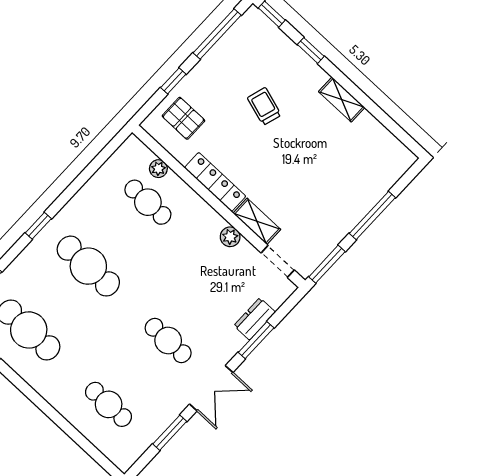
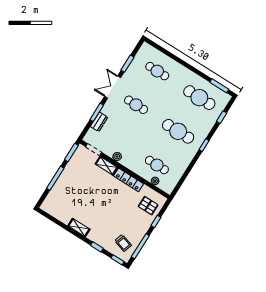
trolley: (264, 106) -> (123, 243), moved

